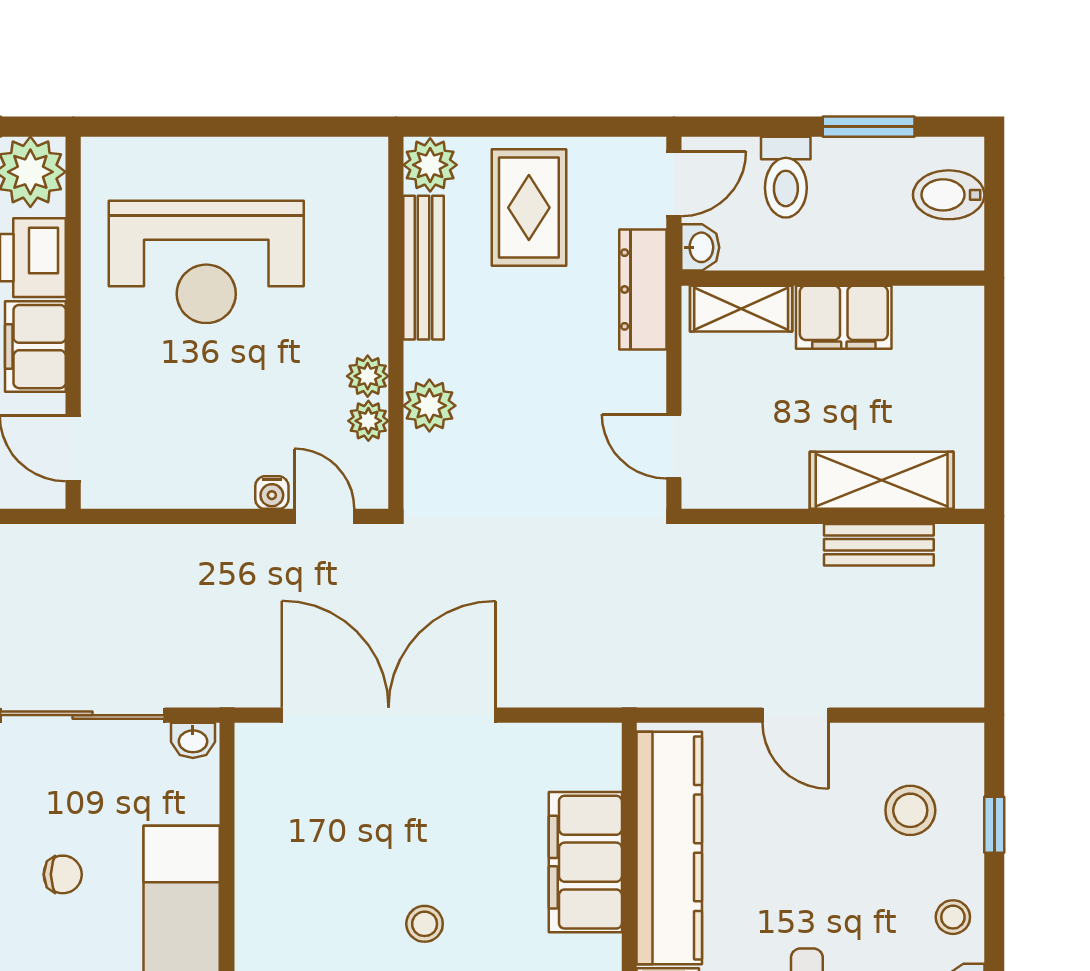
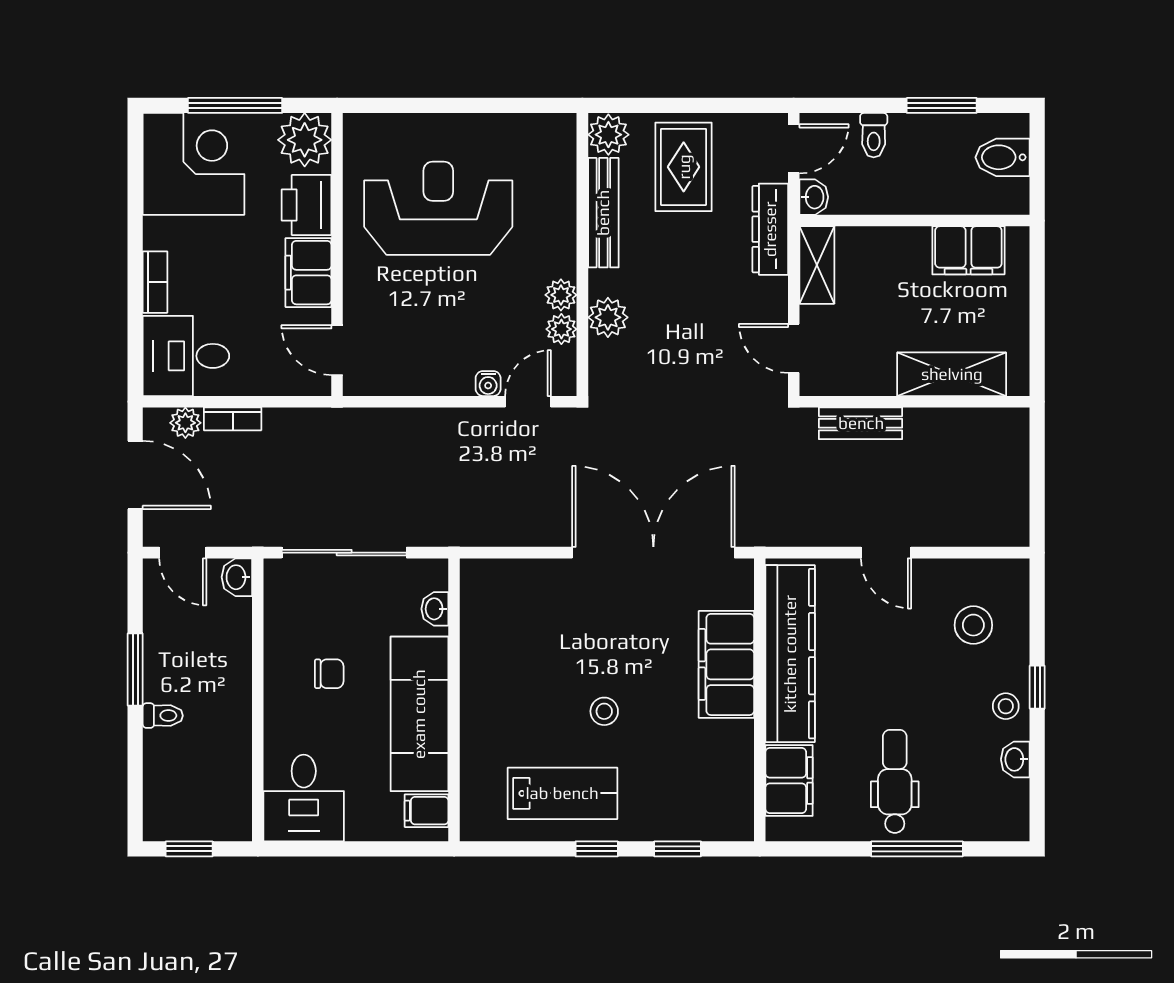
toilet: (786, 177) -> (874, 135), width x0.73, depth x0.72
reception desk: (206, 262) -> (438, 208), turned 180
shelving: (741, 309) -> (817, 265), moved, turned 90
filing cabinet: (844, 317) -> (968, 250), moved
door: (324, 516) -> (528, 402), hinge flipped
bench: (879, 545) -> (861, 423), moved
double door: (389, 715) -> (653, 553), moved
washbasin: (193, 740) -> (435, 609), moved, turned 90
window: (994, 825) -> (1037, 687), moved

